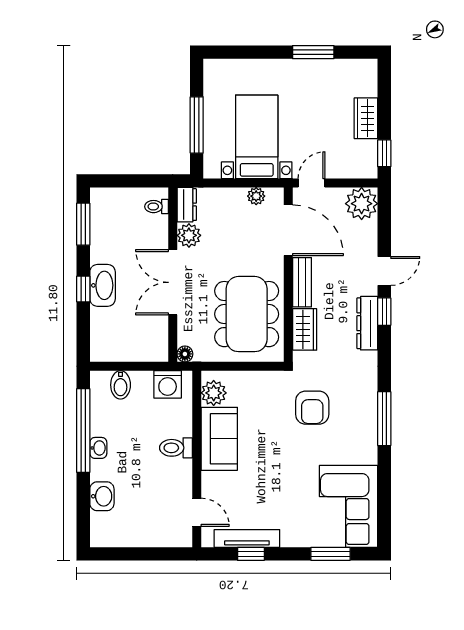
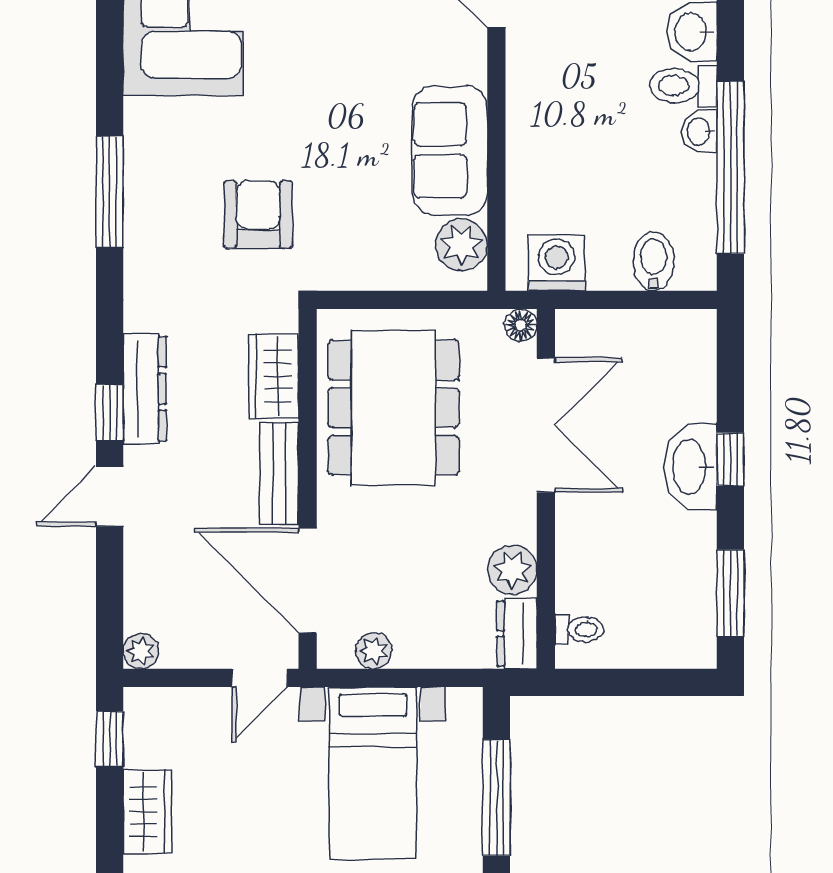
plant: (362, 204) -> (141, 651), width x0.53, depth x0.53
double door: (173, 282) -> (546, 425), moved
toilet: (176, 448) -> (683, 86), moved, turned 180

